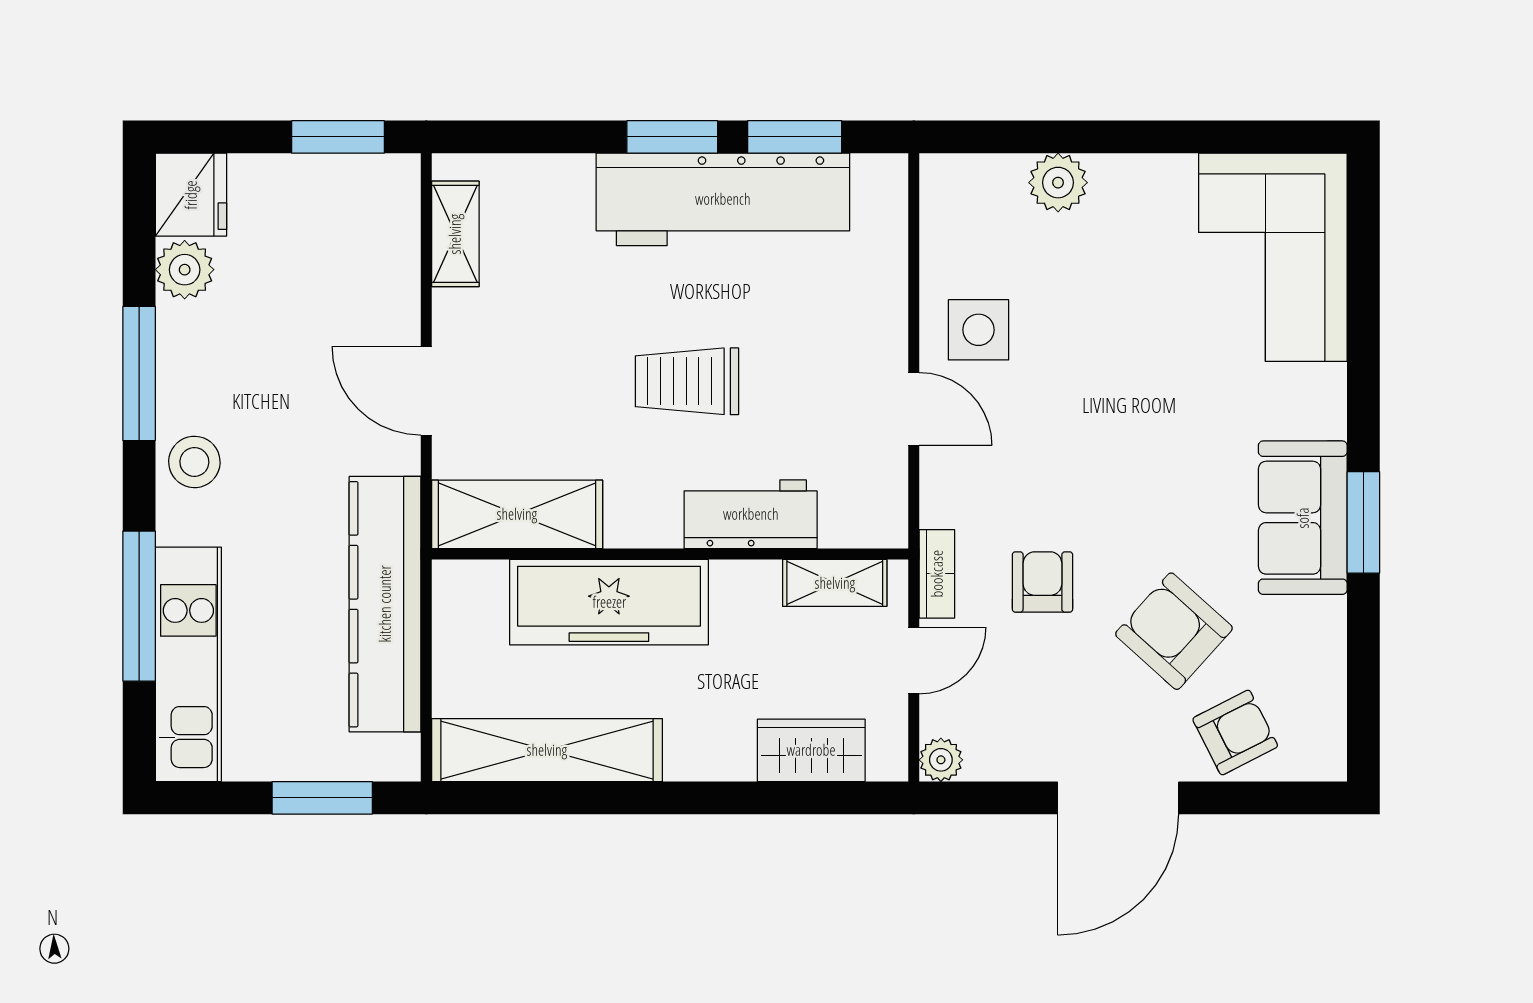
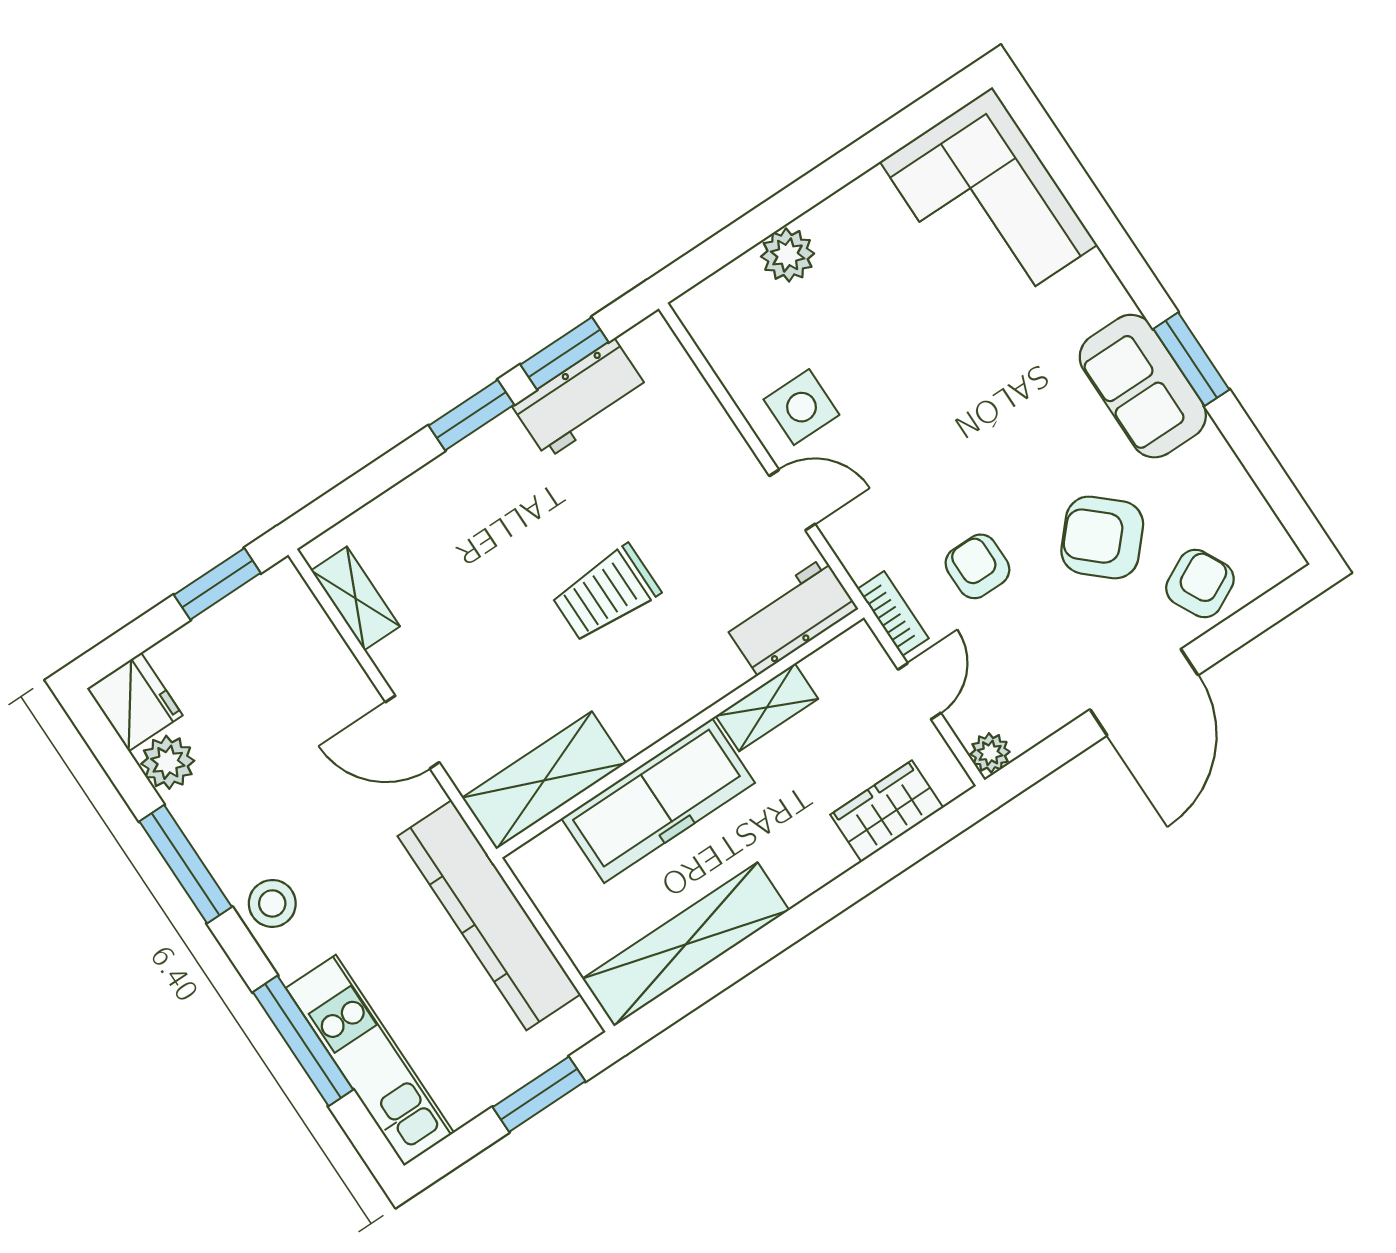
workbench: (723, 199) -> (581, 399), width x0.53, depth x0.76
workbench: (751, 514) -> (791, 616), moved
shelving: (835, 583) -> (767, 707), moved

